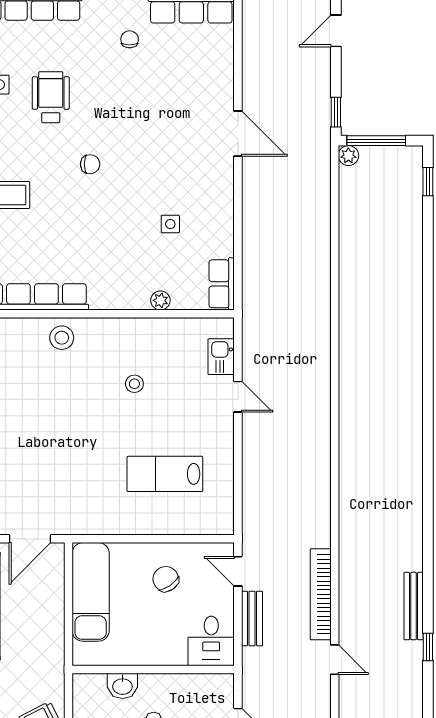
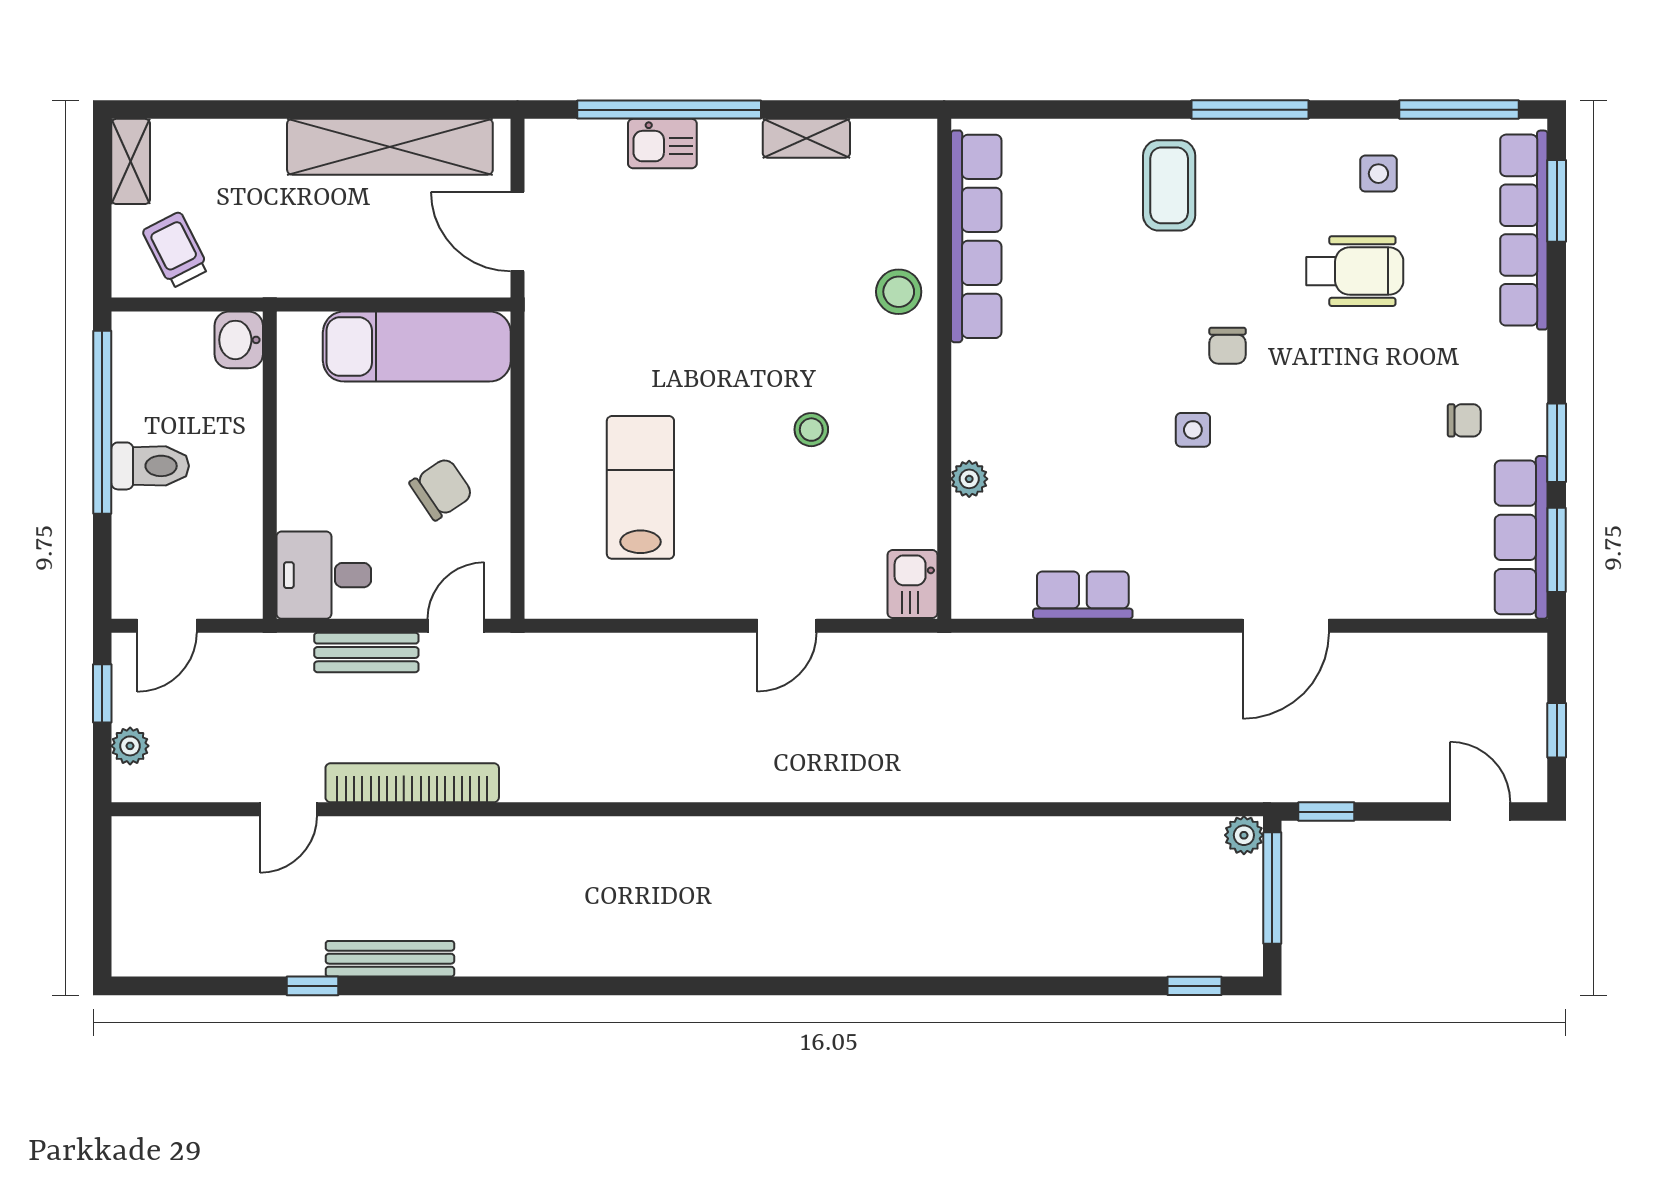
side table: (170, 224) -> (1193, 430), moved
row of seats: (222, 284) -> (1083, 595), moved
kitchen sink: (221, 357) -> (913, 584), moved, turned -90
washbasin: (122, 686) -> (239, 340), moved

